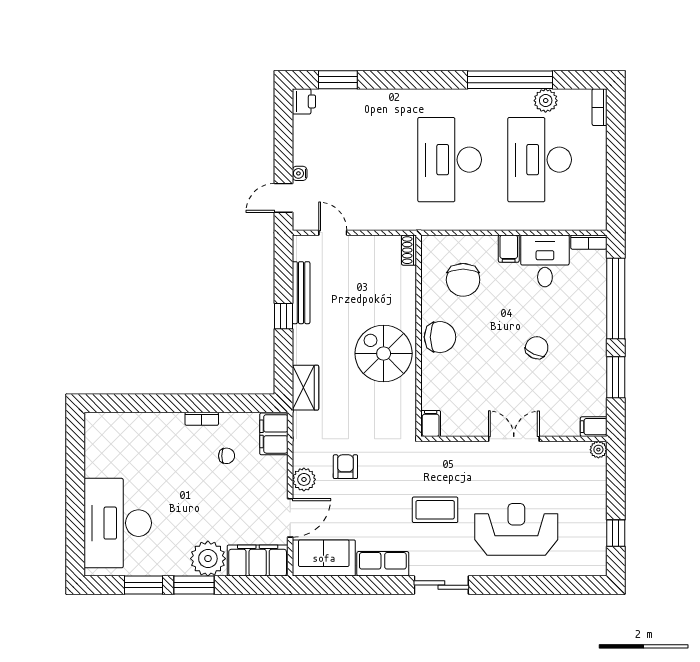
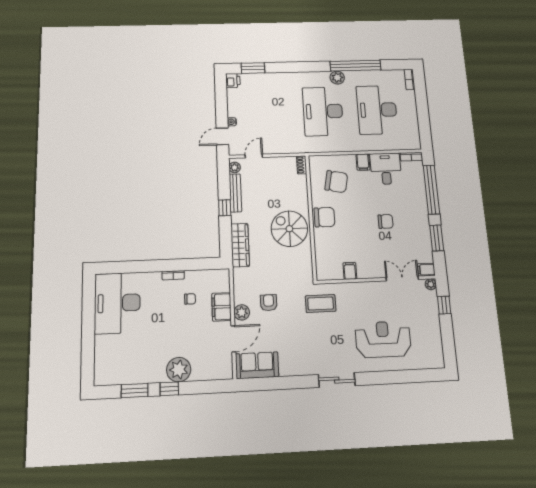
plant: (546, 101) -> (337, 78), moved
door: (333, 233) -> (254, 156), hinge flipped
plant: (301, 251) -> (235, 167), added
chair: (463, 280) -> (336, 182), turned -79
chair: (537, 348) -> (386, 221), turned 66
wardrobe: (305, 388) -> (240, 245), width x1.50
filing cabinet: (431, 423) -> (350, 271), moved
filing cabinet: (274, 434) -> (222, 307), moved
double door: (514, 439) -> (402, 279), moved
coffee table: (435, 510) -> (321, 304), moved
desk: (118, 523) -> (117, 303), moved
window: (616, 533) -> (444, 305), moved
filing cabinet: (258, 560) -> (212, 369), removed
row of seats: (383, 564) -> (297, 367), removed
window: (194, 585) -> (169, 389), width x0.67

